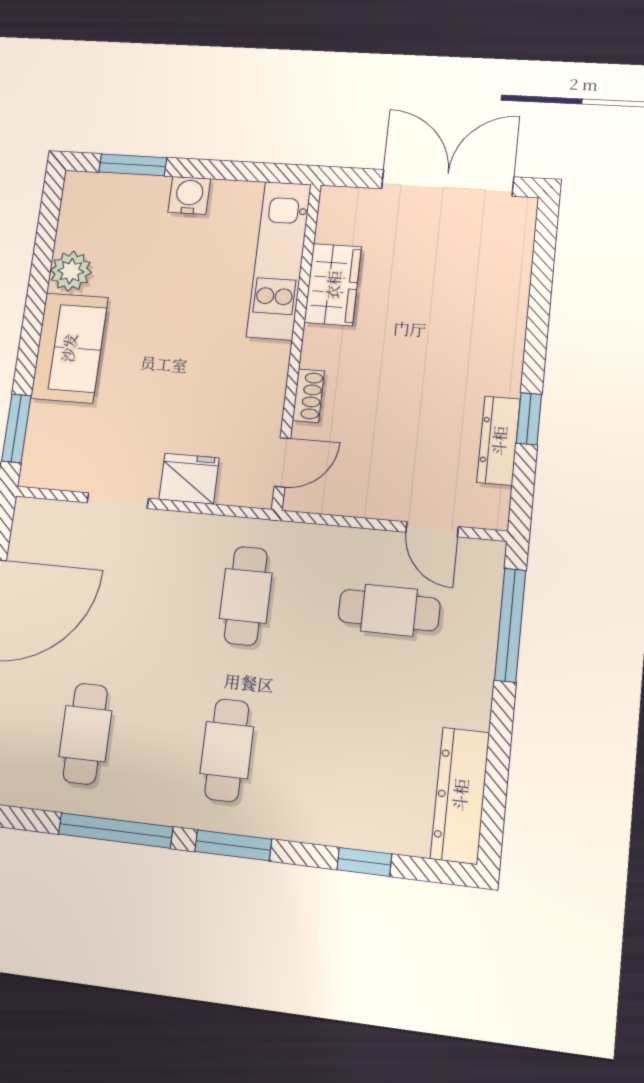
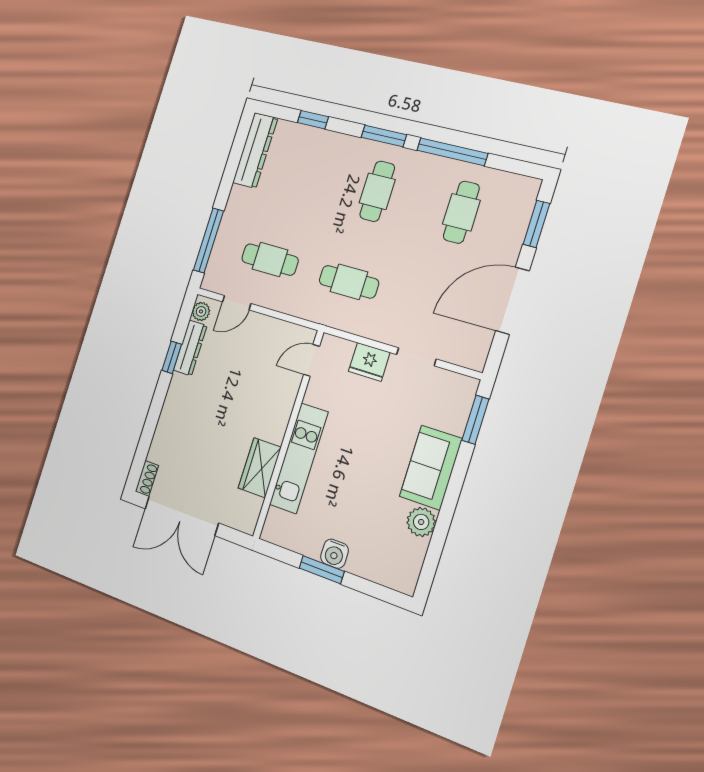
window: (133, 165) -> (322, 570), moved
kitchen unit: (279, 260) -> (299, 458), moved
shoe rack: (308, 396) -> (147, 478), moved, turned 180
plant: (494, 503) -> (201, 311), added
door: (432, 529) -> (237, 303), swing flipped
cafe table: (246, 596) -> (349, 282), turned 90

